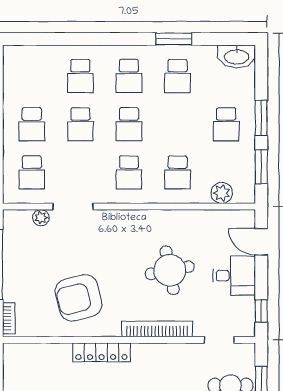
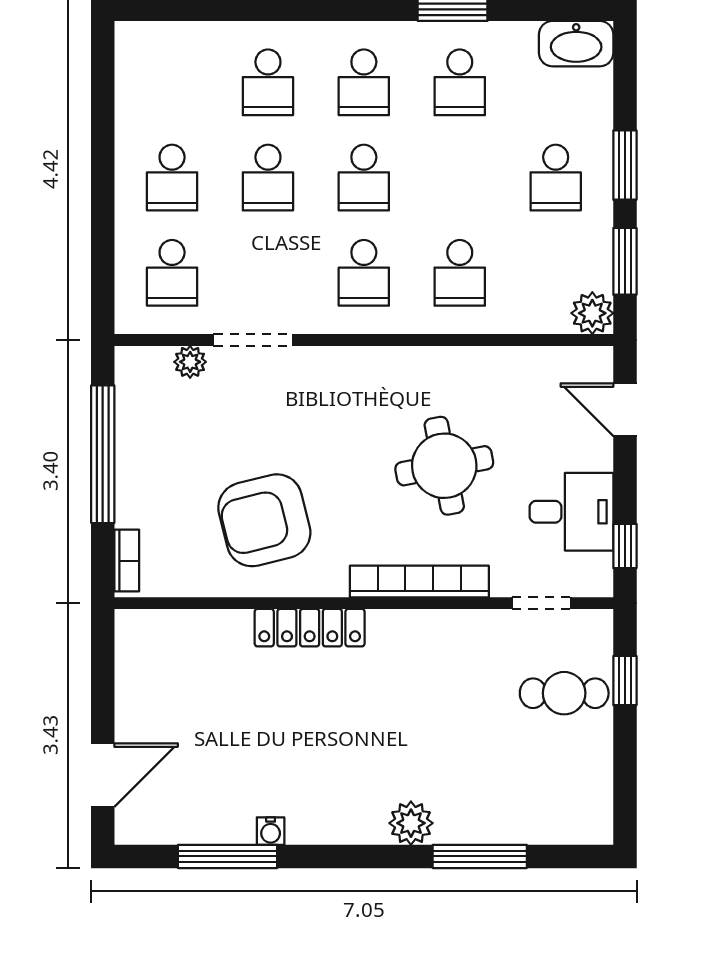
plant: (222, 193) -> (592, 313), moved
desk: (234, 276) -> (571, 512), moved

